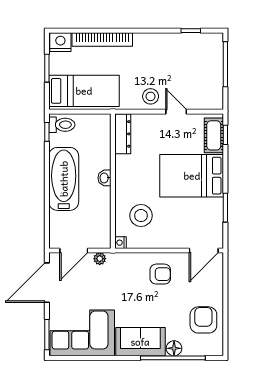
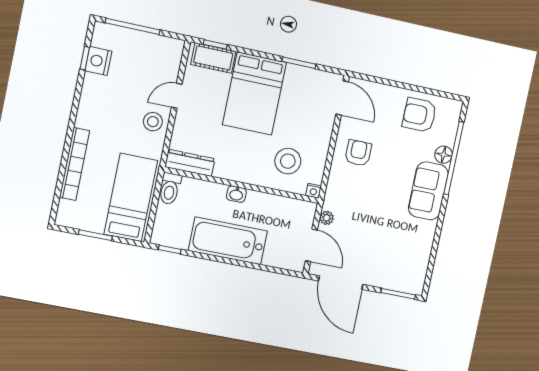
nightstand: (60, 42) -> (98, 61), moved
toilet: (62, 125) -> (170, 189), moved, turned 180
corner sofa: (82, 333) -> (405, 254), removed

